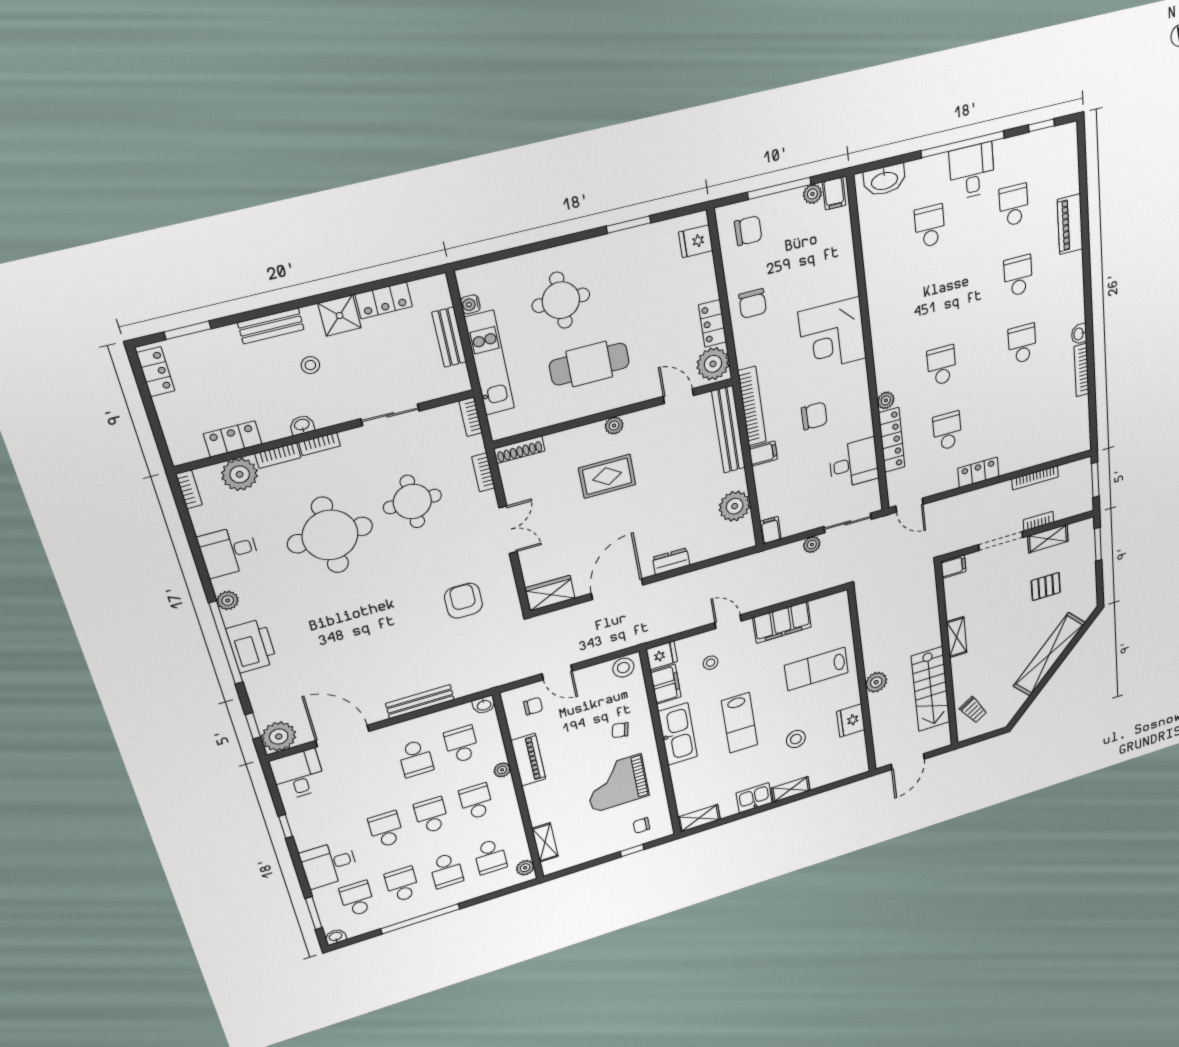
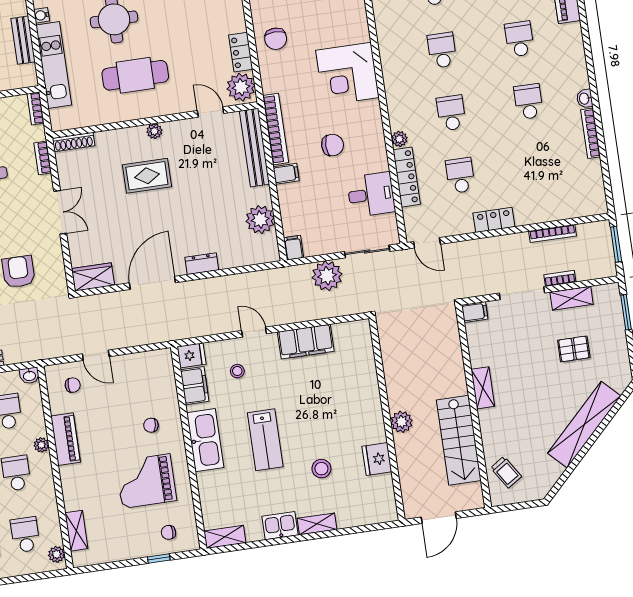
school desk: (936, 297) -> (442, 50), added
plant: (812, 545) -> (327, 276), width x1.87, depth x1.87
stool: (623, 668) -> (156, 361), removed
lab bench: (816, 669) -> (340, 396), removed
school desk: (490, 857) -> (25, 535), turned 180

